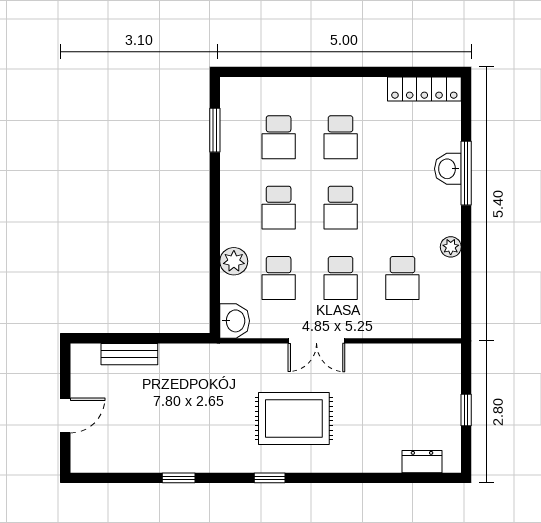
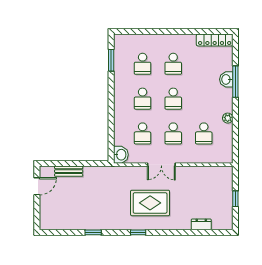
plant: (234, 261) -> (120, 125), removed
door: (65, 416) -> (37, 186), moved
dresser: (422, 462) -> (201, 224), moved

